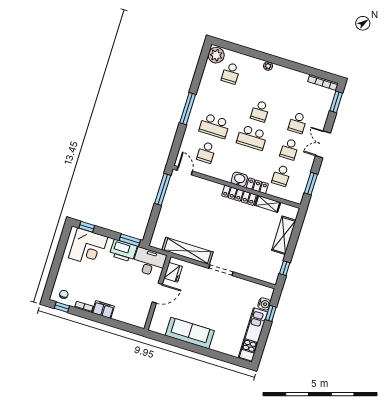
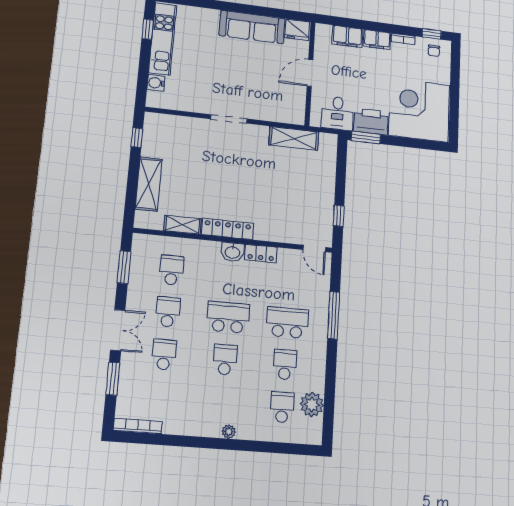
plant: (216, 55) -> (312, 405), moved
window: (336, 102) -> (113, 379), moved
window: (188, 109) -> (334, 315), moved
school desk: (206, 152) -> (285, 364), moved
locker: (257, 186) -> (261, 254), moved
window: (163, 189) -> (339, 216), width x0.46
window: (87, 227) -> (428, 145), removed
corner desk: (88, 247) -> (419, 110), width x1.36, depth x1.36
shelving: (188, 251) -> (294, 138), width x0.68
desk: (149, 262) -> (337, 113), width x0.73
fridge: (173, 272) -> (297, 30), moved, turned -90
window: (271, 313) -> (148, 29), moved
filing cabinet: (124, 315) -> (347, 36), added

